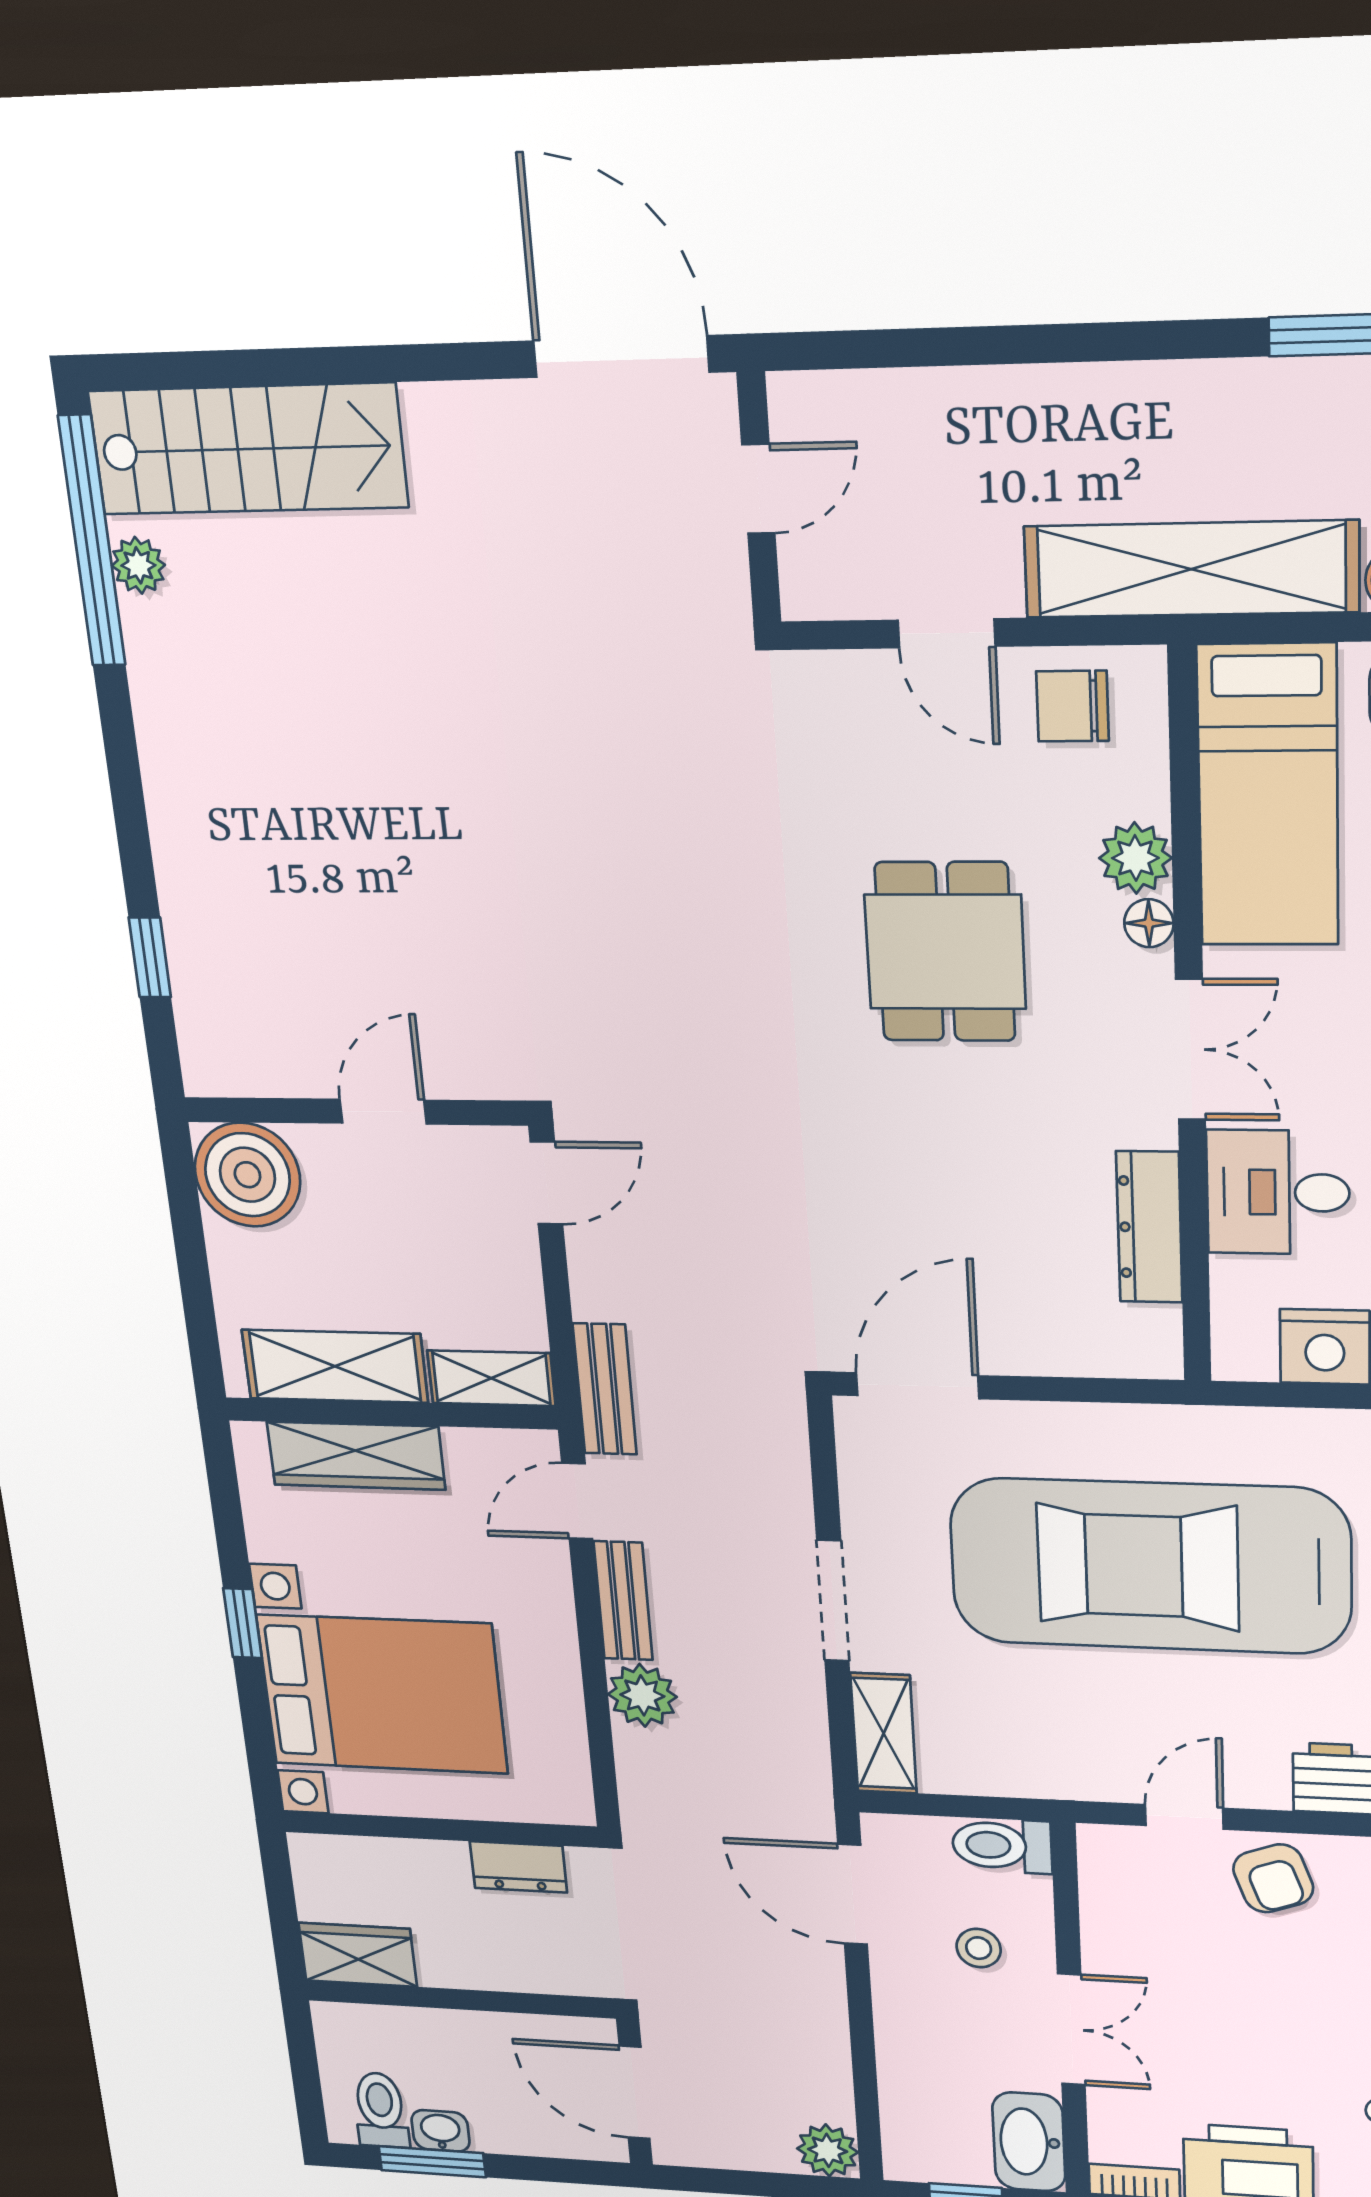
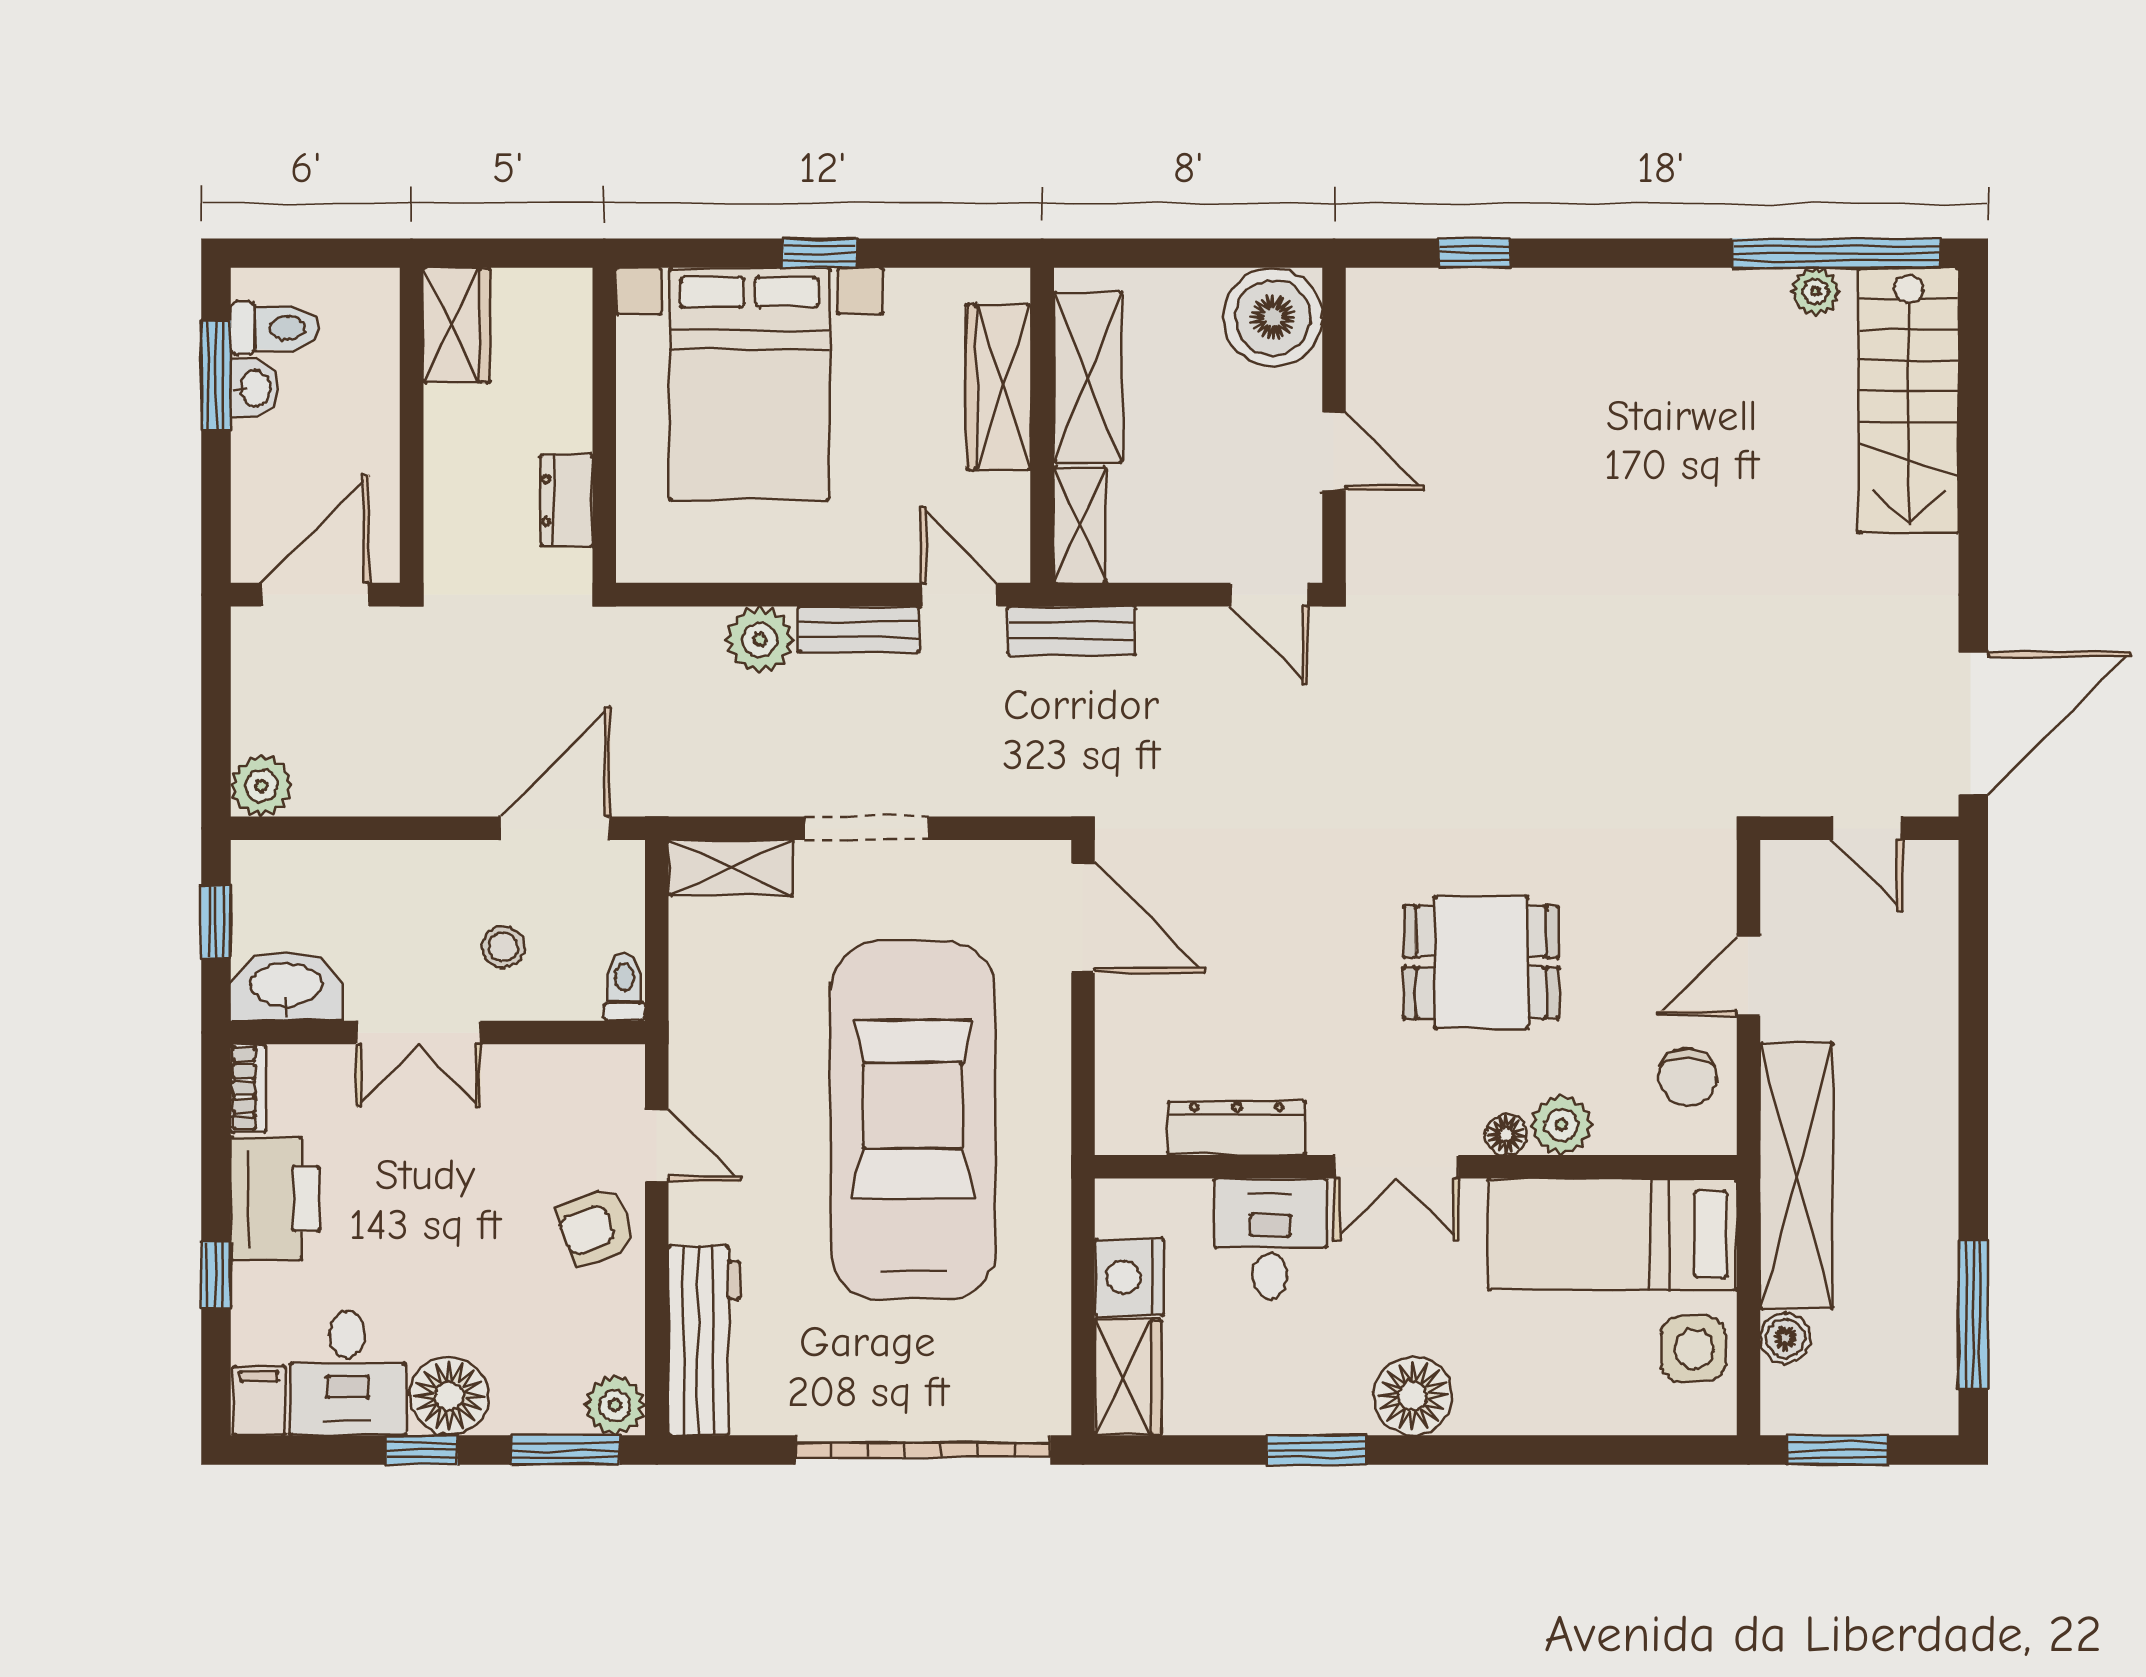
chair: (1072, 706) -> (1688, 1077), turned 180
toilet: (1002, 1846) -> (624, 987), width x0.73, depth x0.72

